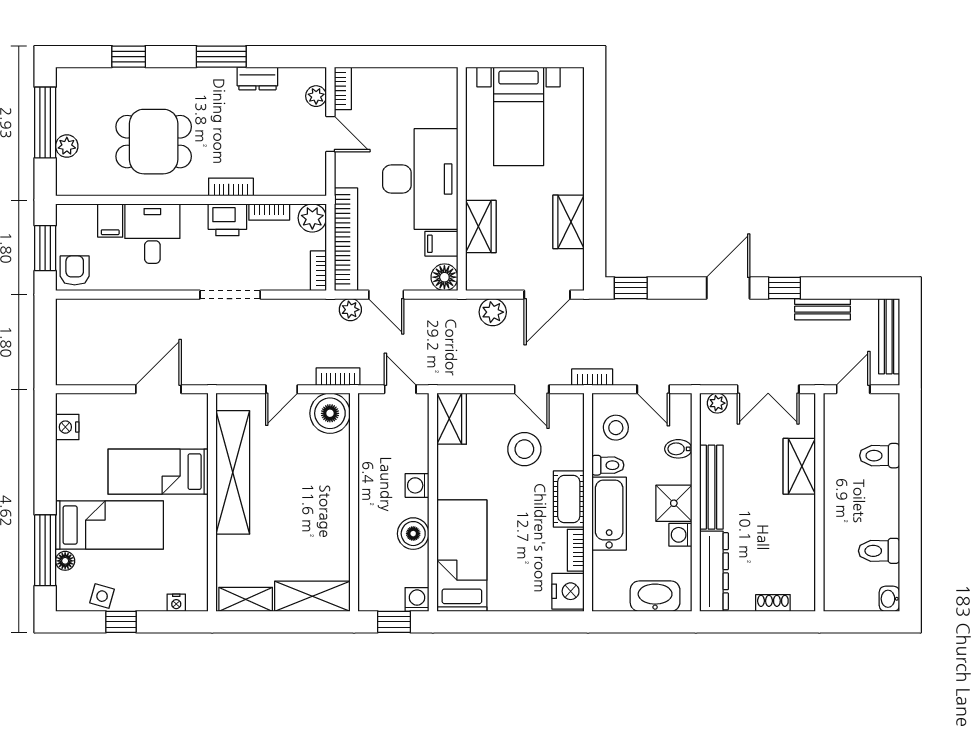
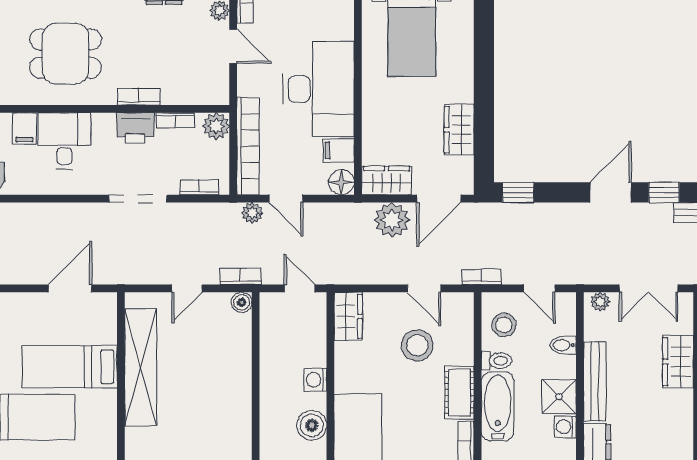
wardrobe: (481, 227) -> (386, 181), moved, turned -90
bookcase: (318, 271) -> (199, 187), moved, turned 90
plant: (493, 312) -> (392, 220), width x1.36, depth x1.36
boiler: (330, 413) -> (242, 302), width x0.54, depth x0.54

